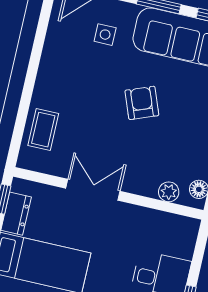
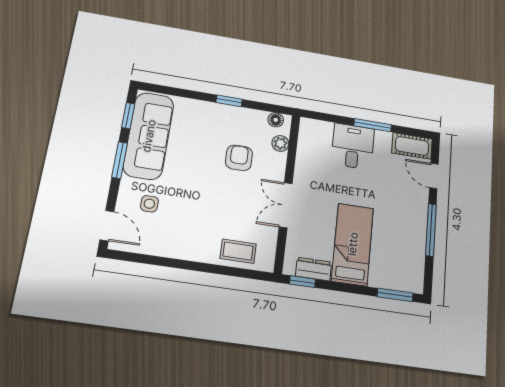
armchair: (142, 103) -> (239, 158), moved, turned 111

